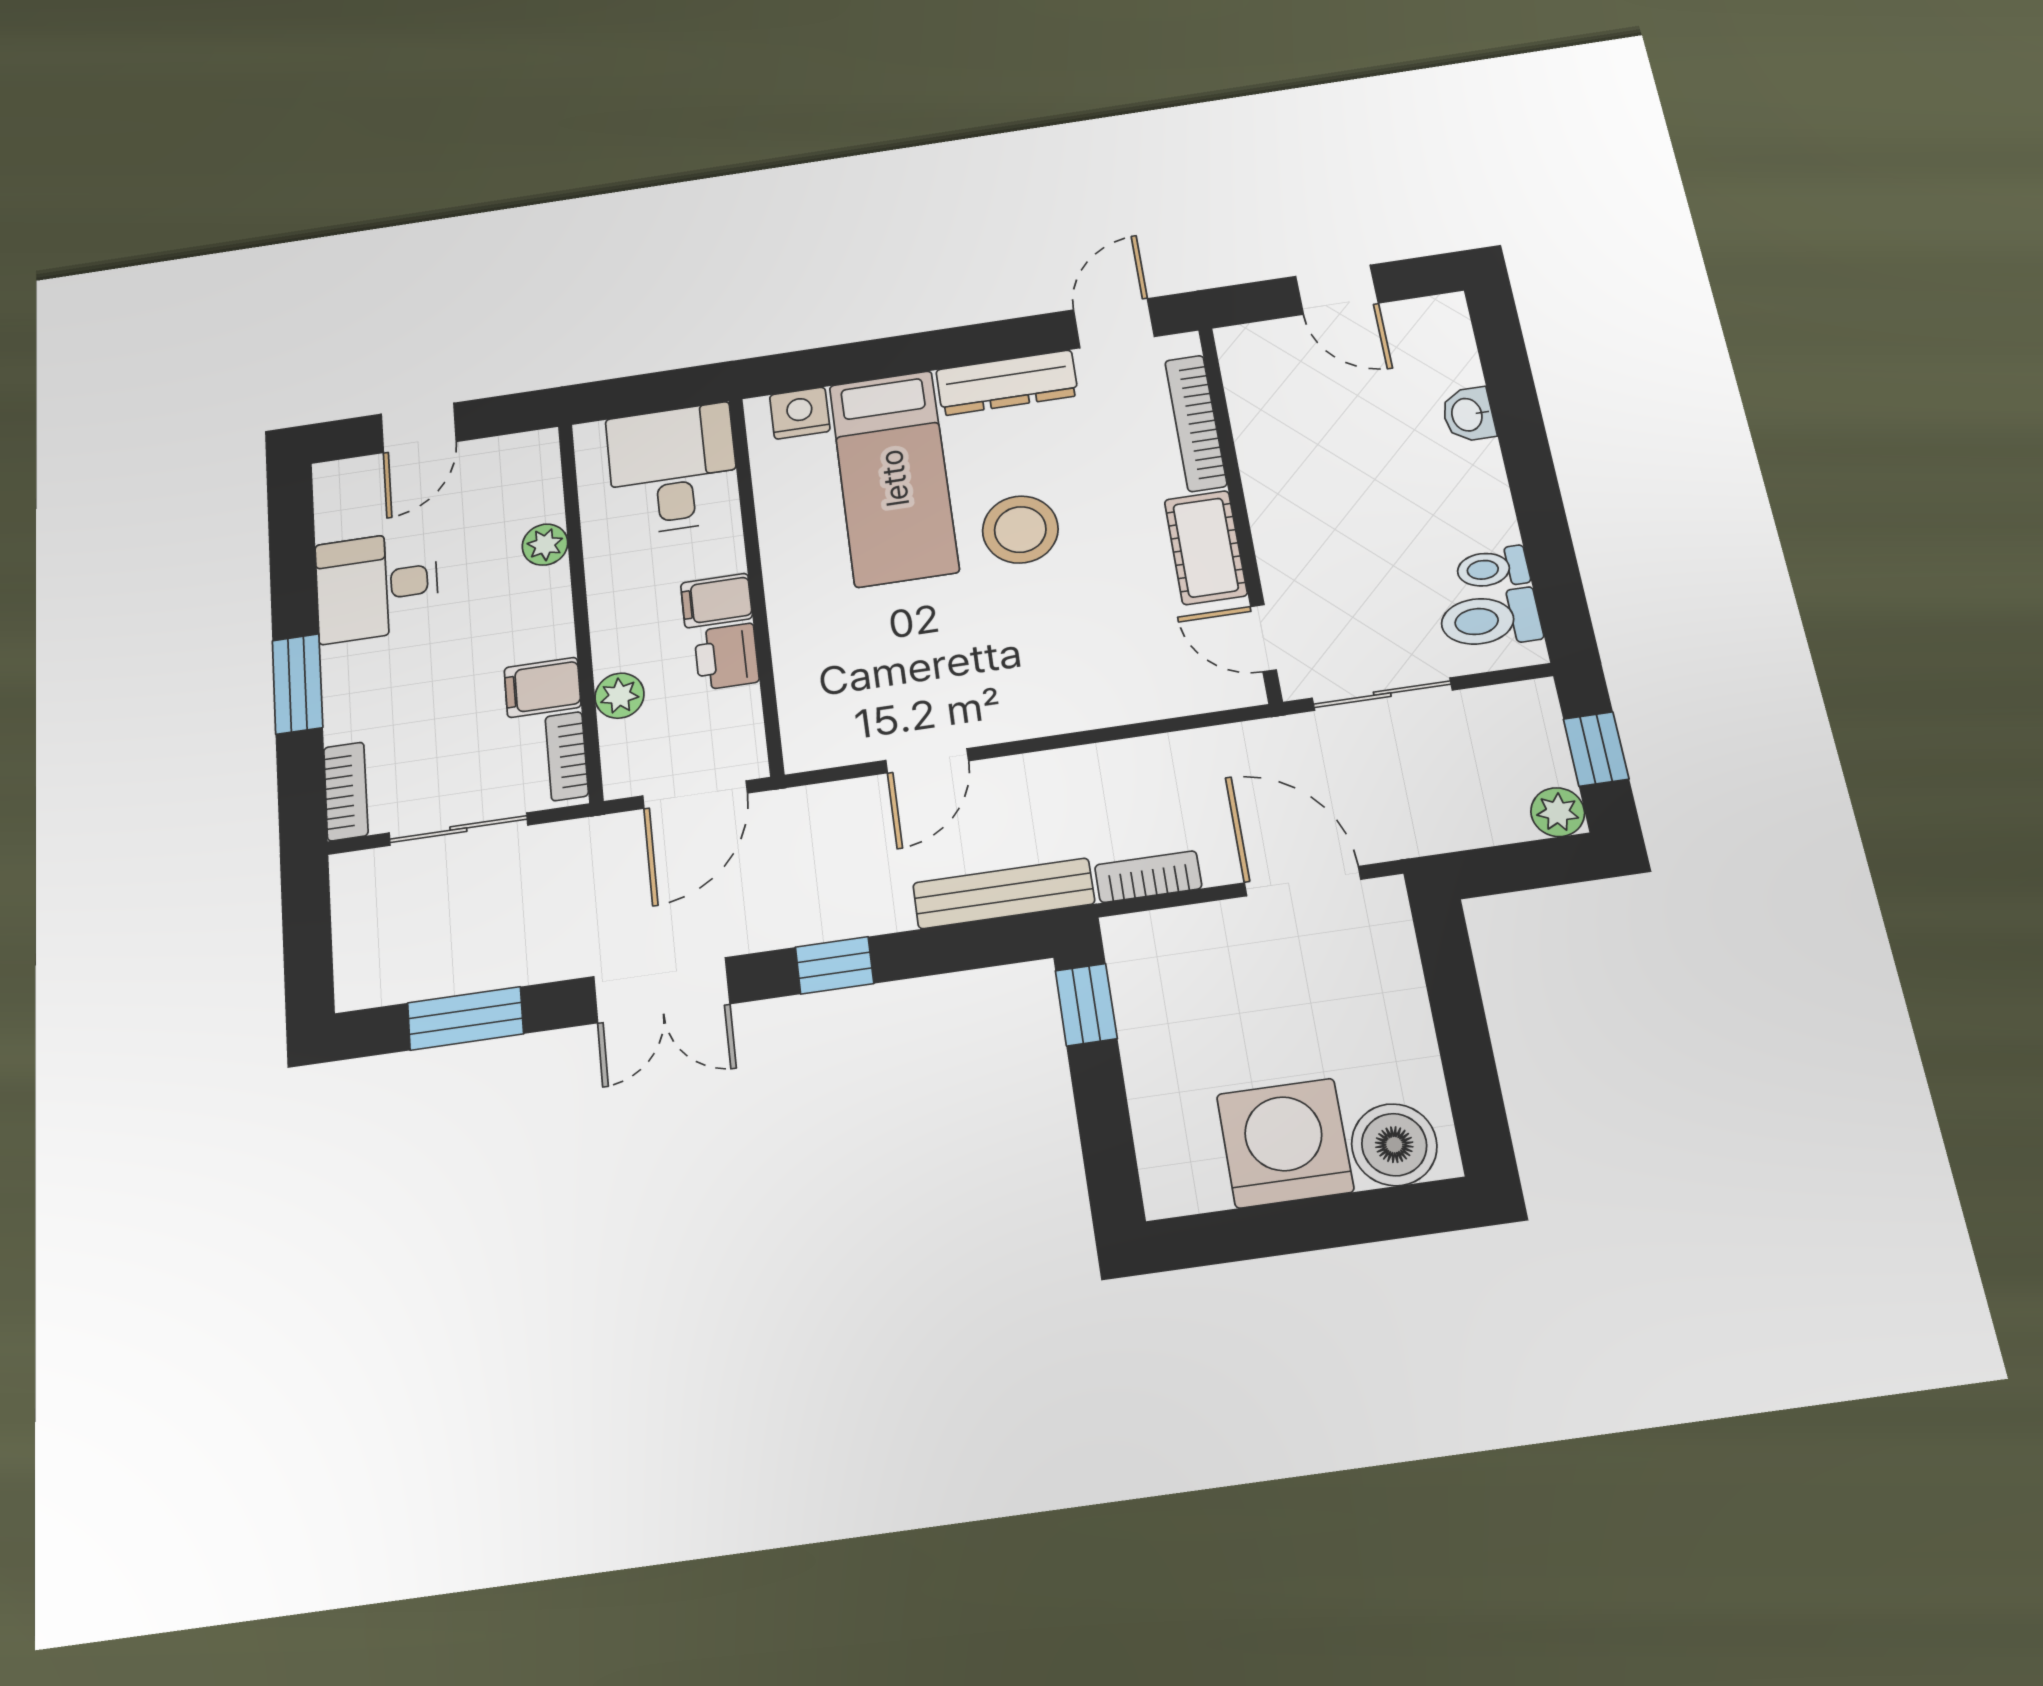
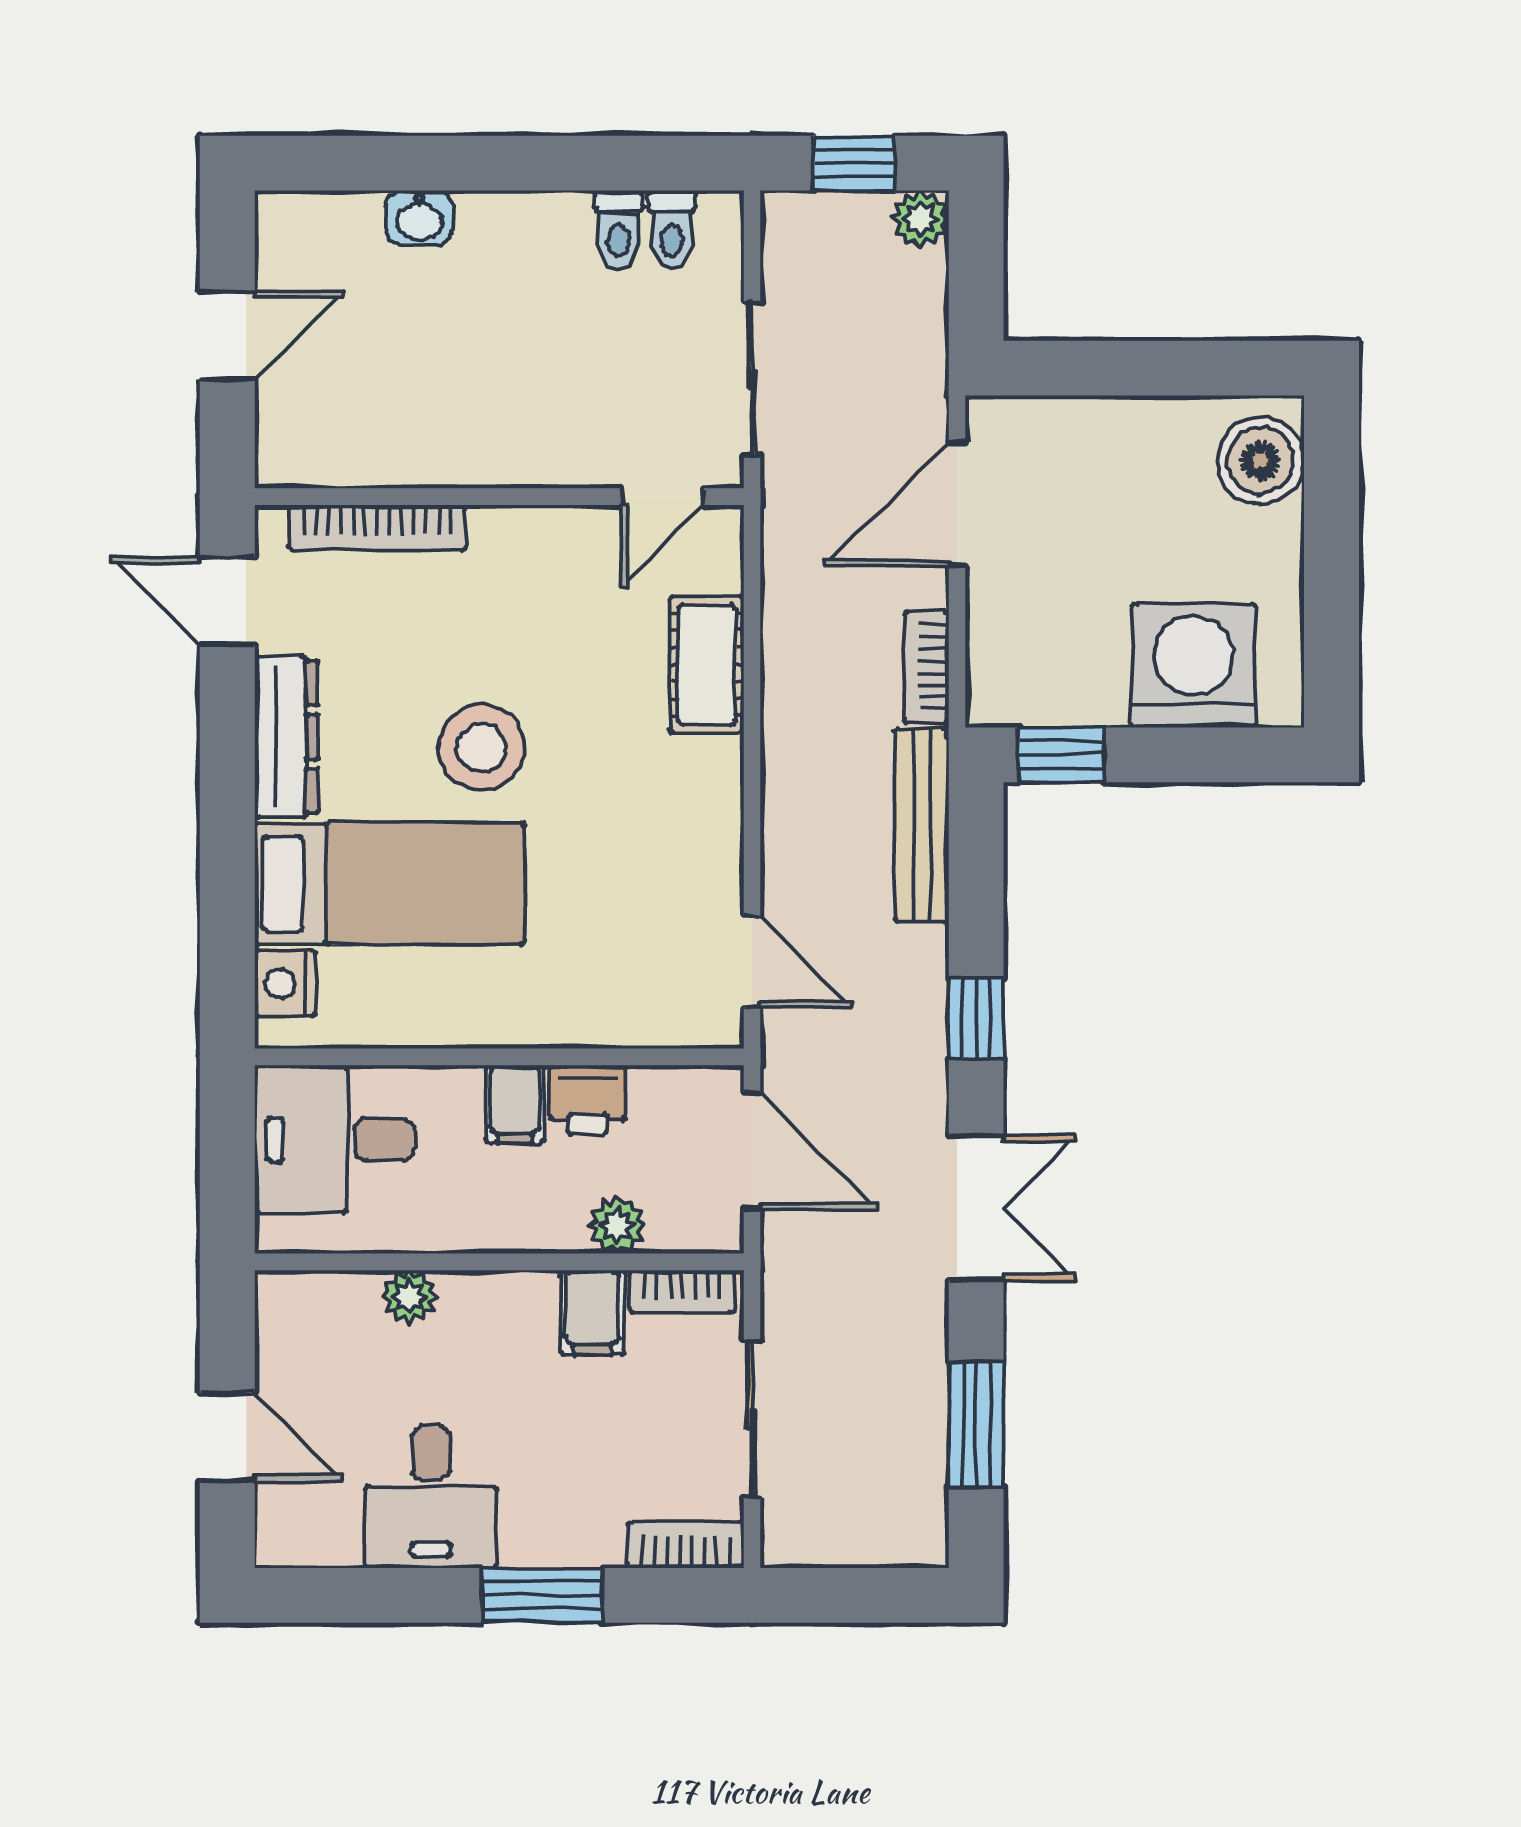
cot: (1206, 547) -> (707, 665), moved, turned 90
toilet: (1490, 620) -> (672, 230), width x0.73, depth x0.72
door: (927, 761) -> (752, 961), moved
washing machine: (1285, 1143) -> (1194, 666), moved, turned 90

